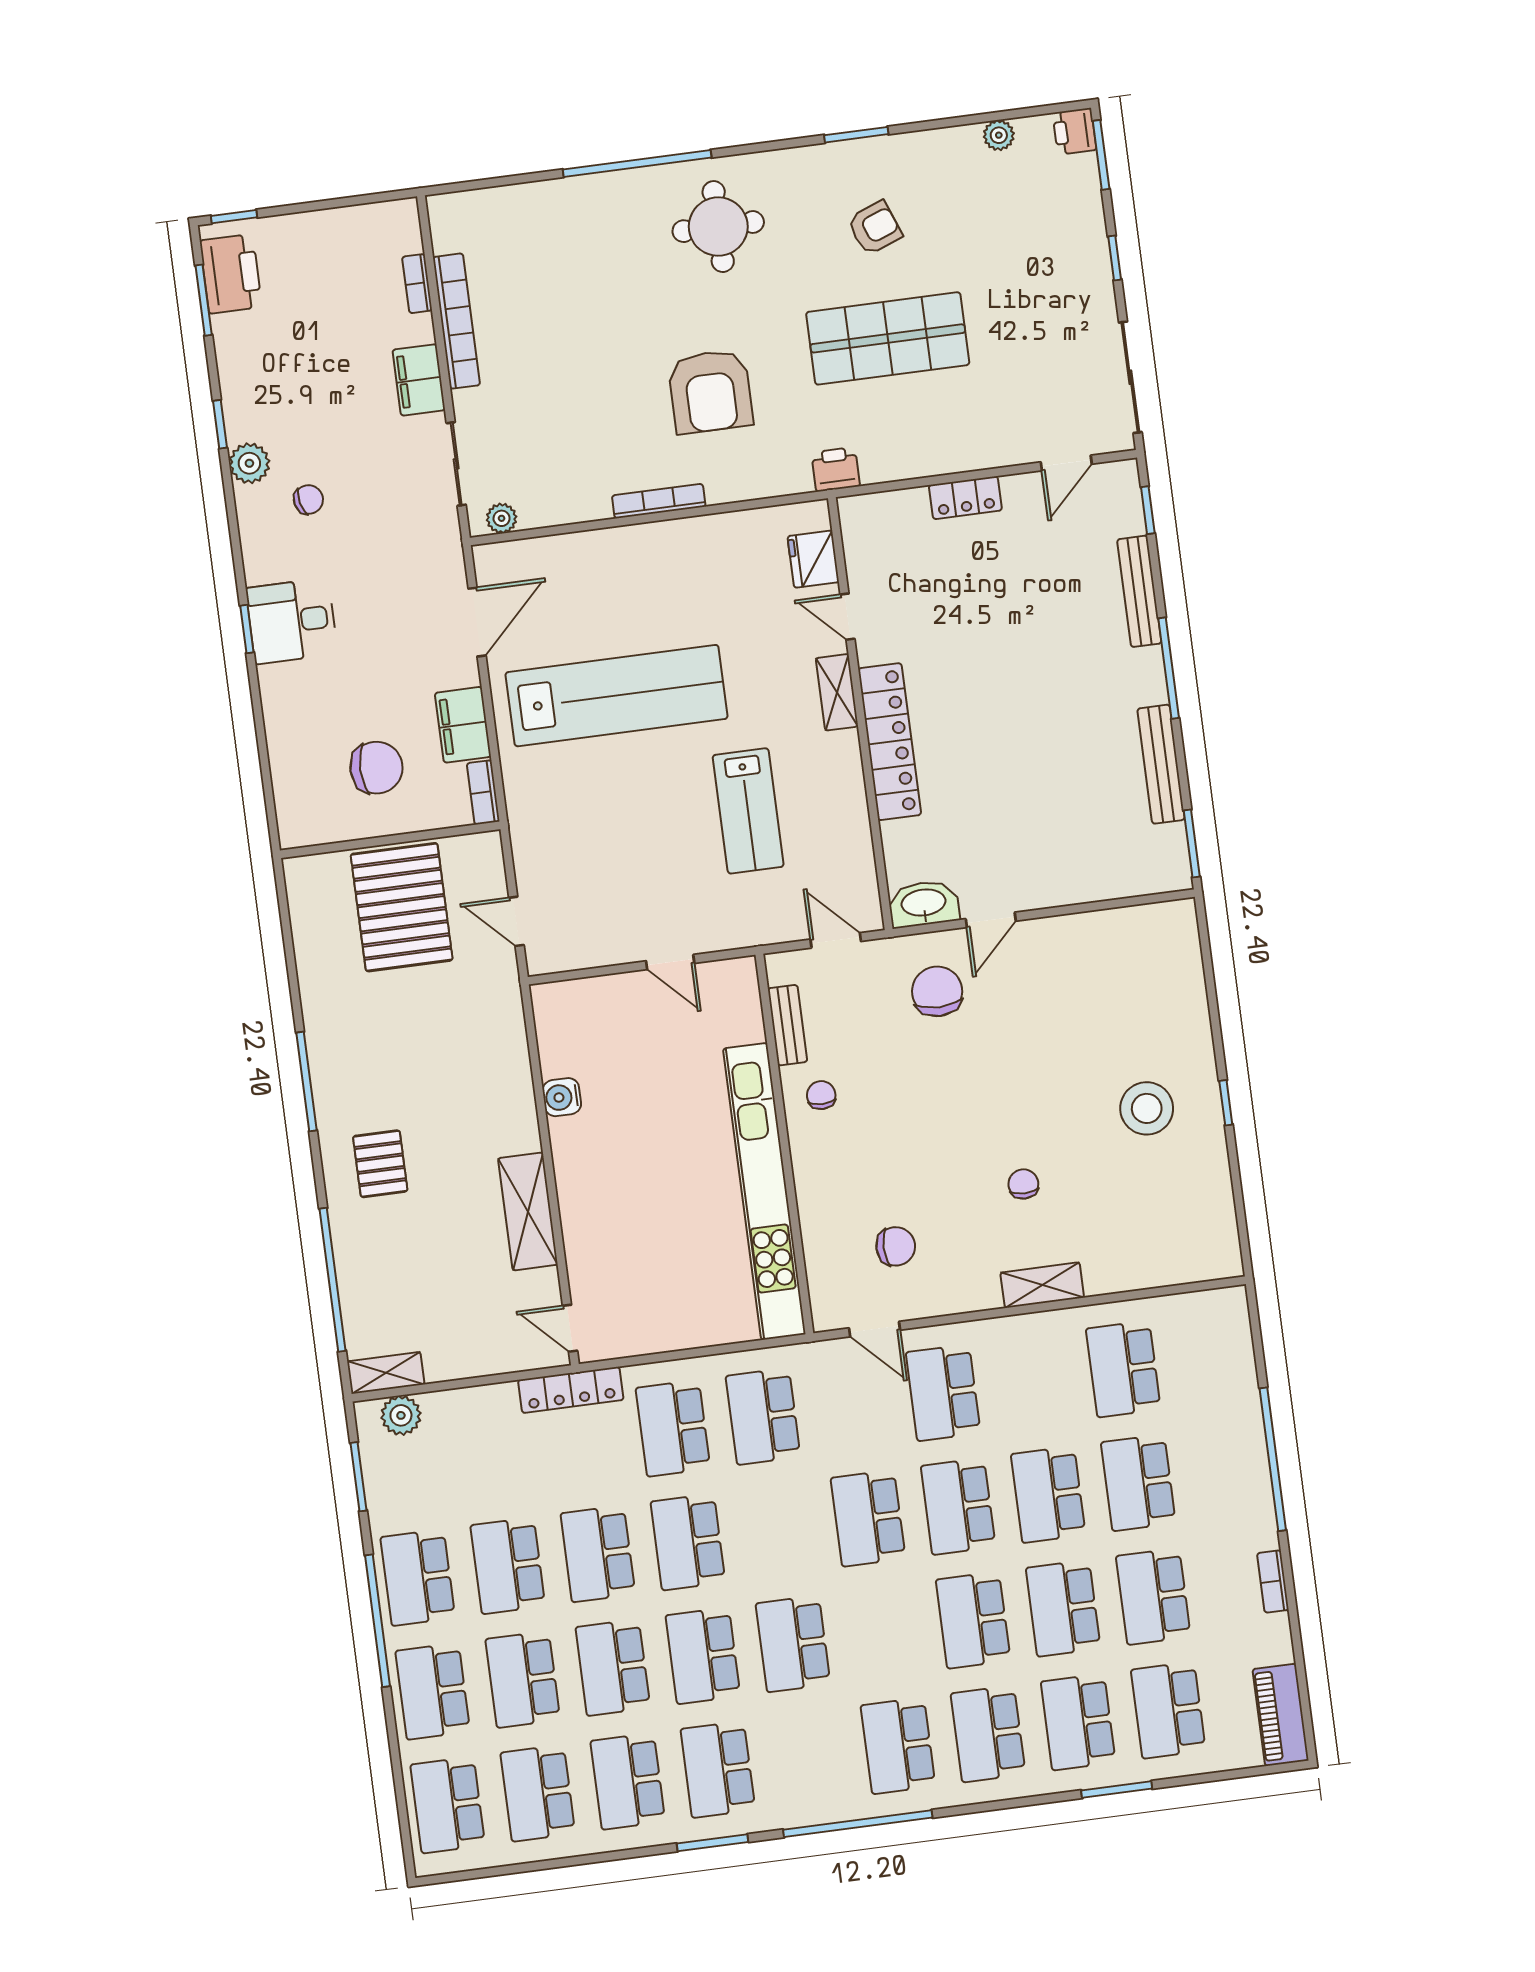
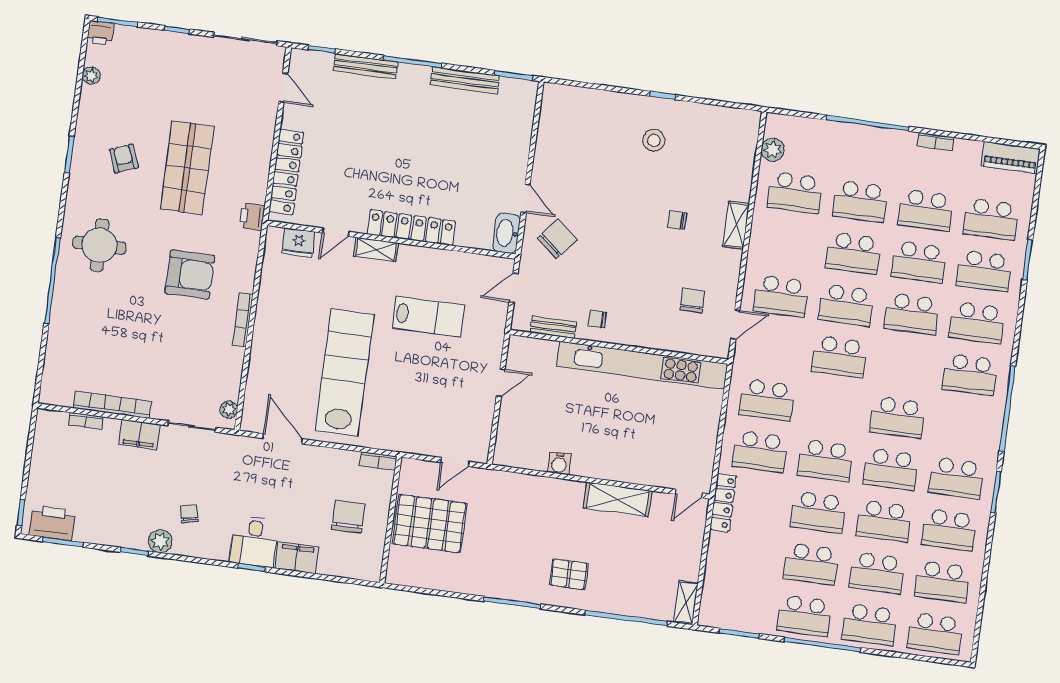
locker: (965, 498) -> (286, 172), width x2.16, depth x1.21
filing cabinet: (463, 725) -> (297, 558), moved, turned 180
chair: (937, 991) -> (557, 239), turned 130
stool: (1147, 1108) -> (654, 140), width x0.73, depth x0.73
plant: (401, 1415) -> (773, 150), moved

